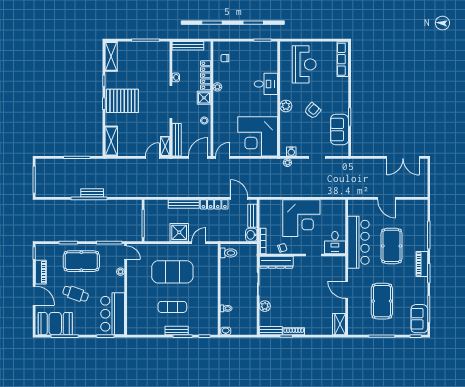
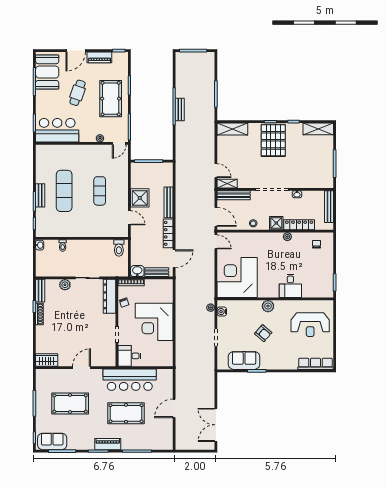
exercise mat: (172, 272) -> (100, 191), width x0.50, depth x0.69
exercise mat: (172, 307) -> (64, 191), width x1.36, depth x1.45

